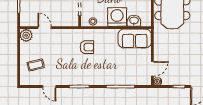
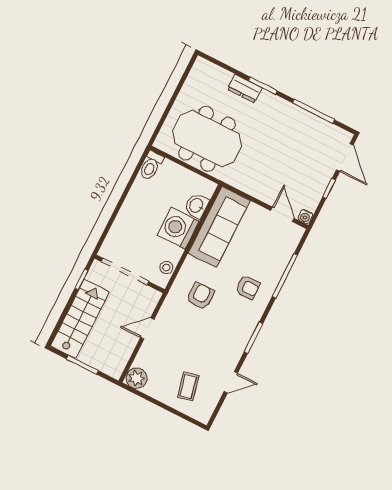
door: (45, 28) -> (147, 329), moved
sofa: (135, 38) -> (219, 227), width x1.36
armchair: (104, 70) -> (248, 287), added

